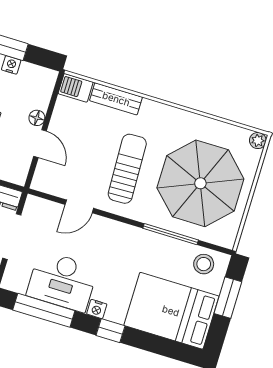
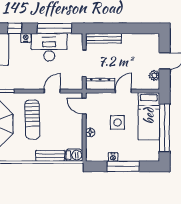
door: (40, 144) -> (84, 106), moved

